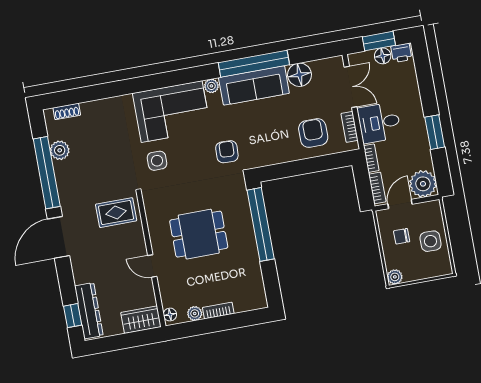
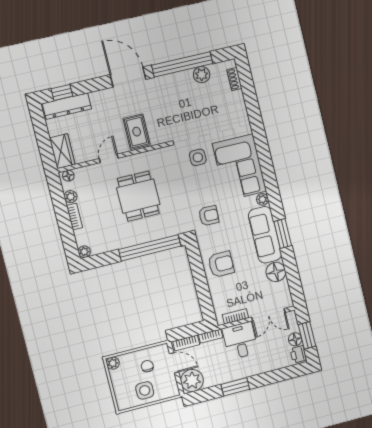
window: (254, 64) -> (283, 234), width x0.47
armchair: (313, 133) -> (221, 264), moved
rug: (116, 213) -> (137, 132), moved
plant: (260, 302) -> (84, 252), added

